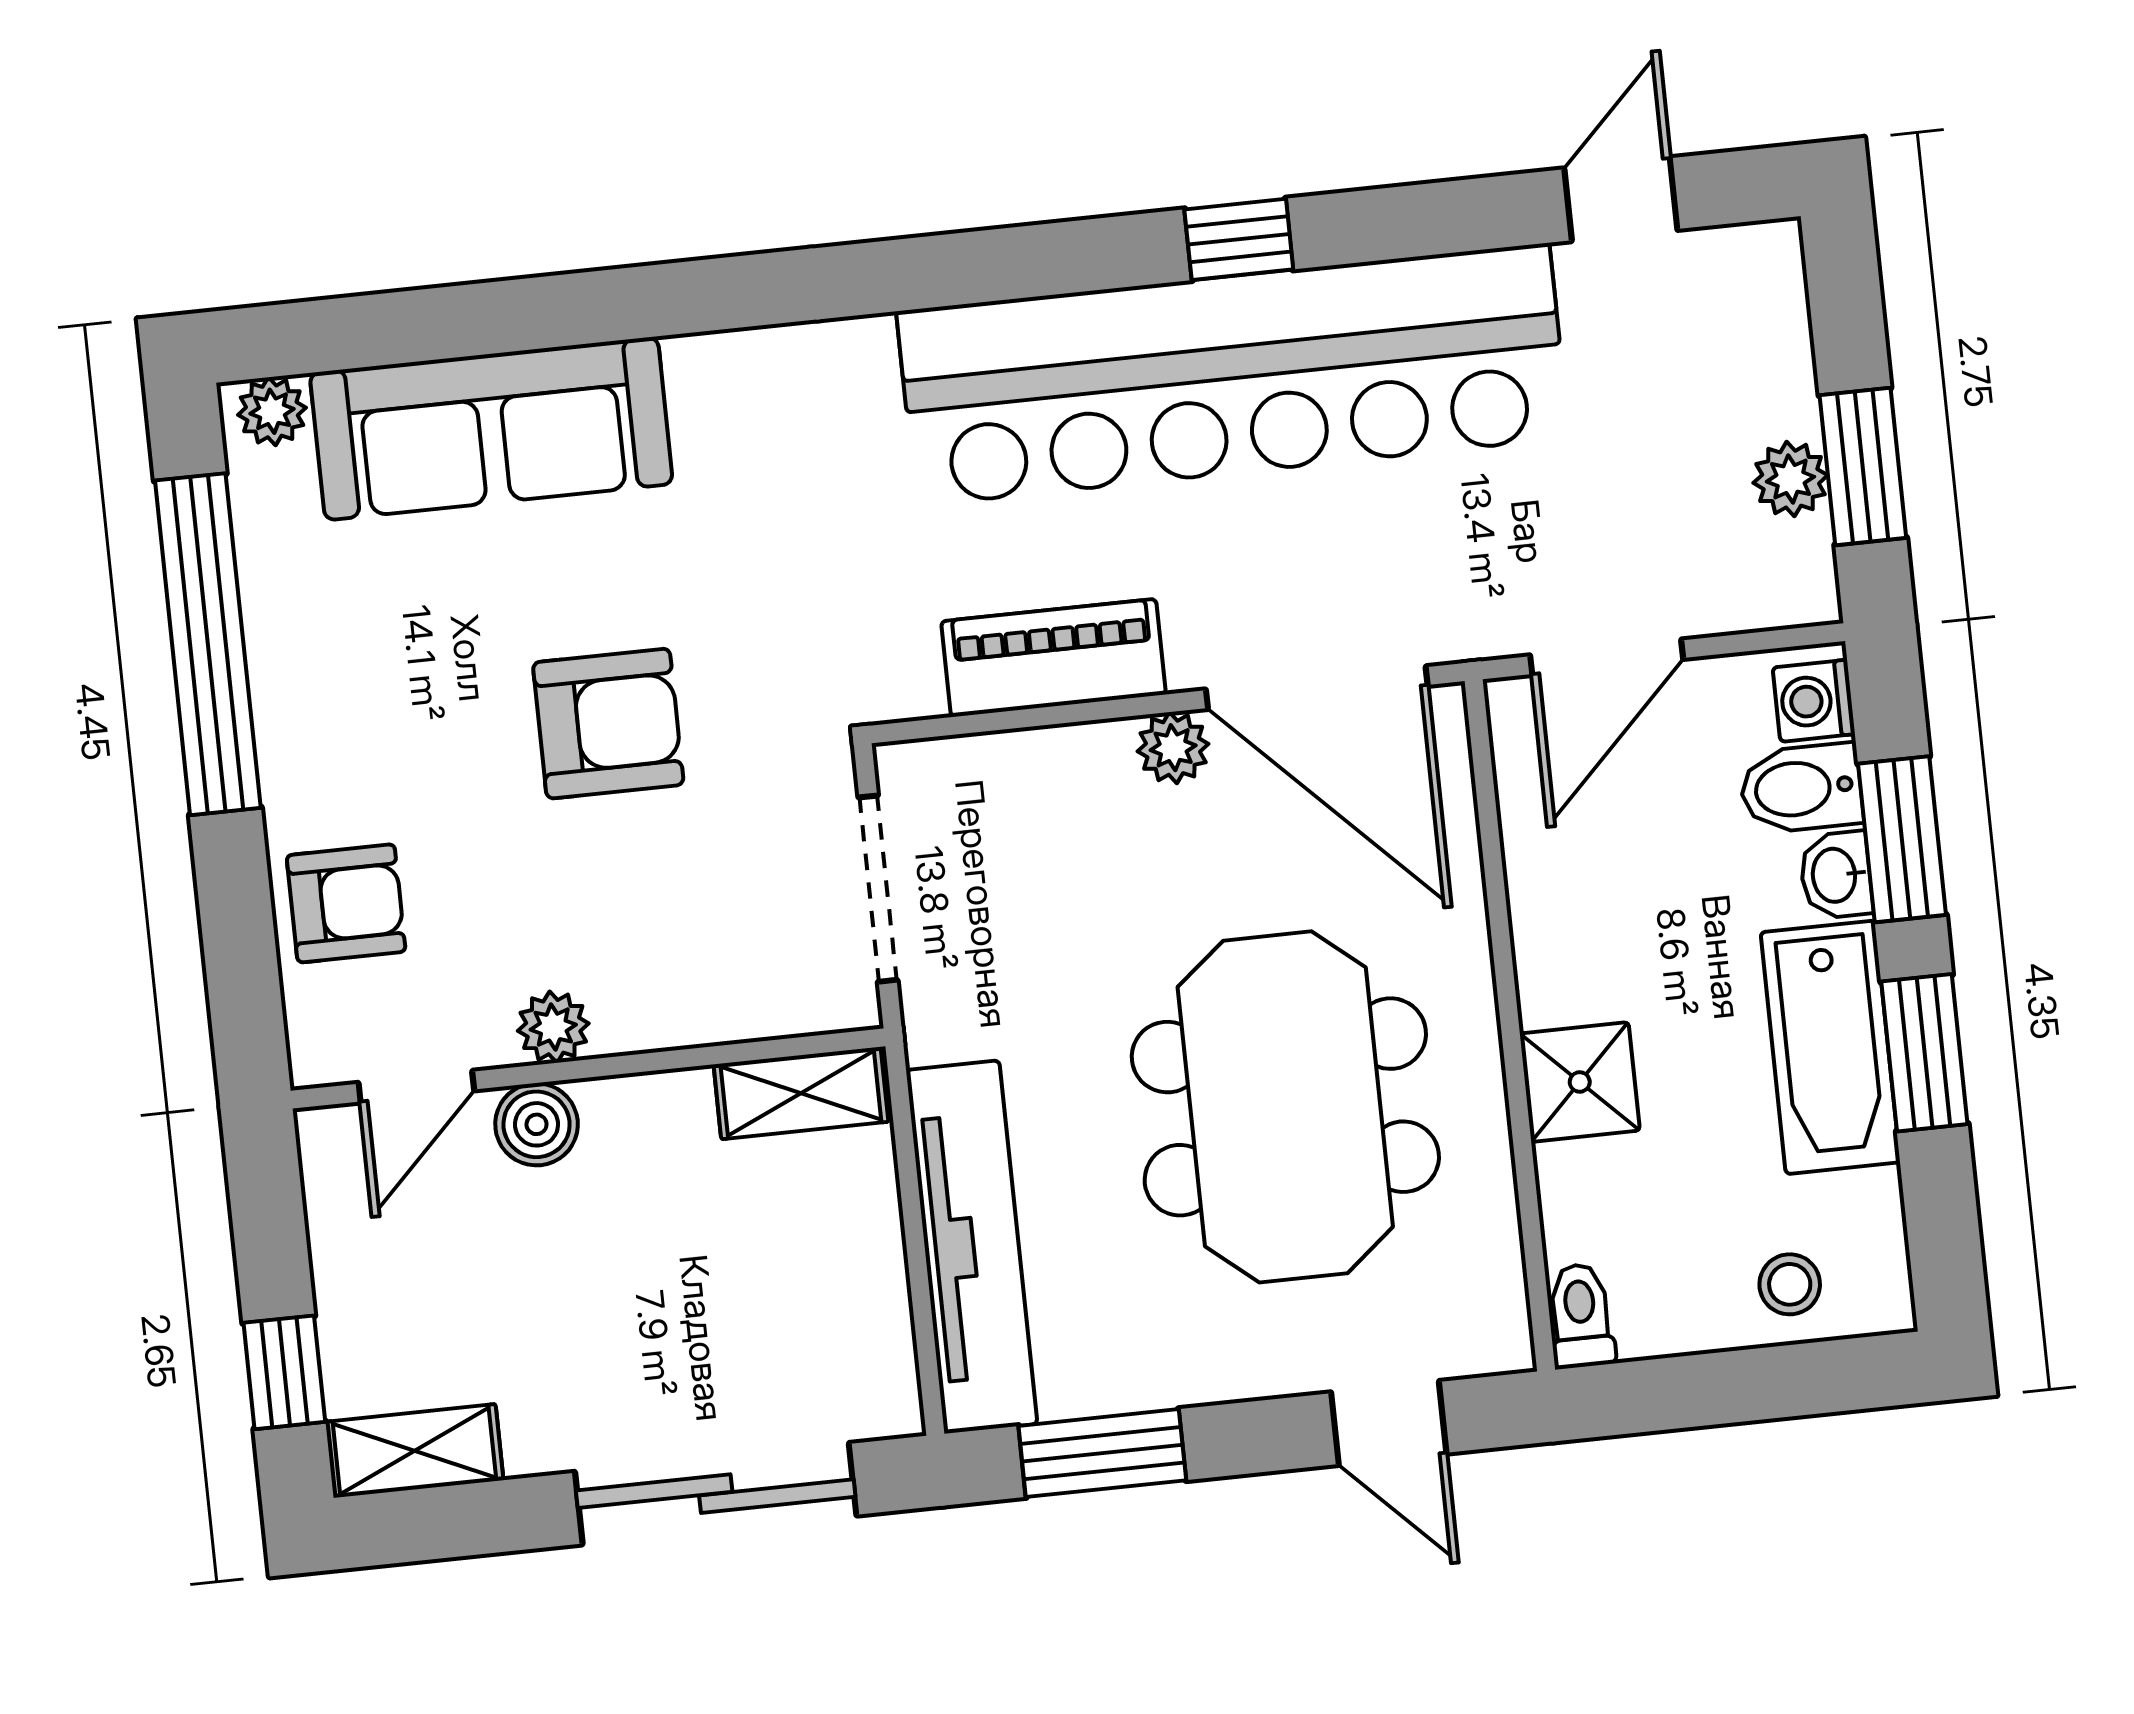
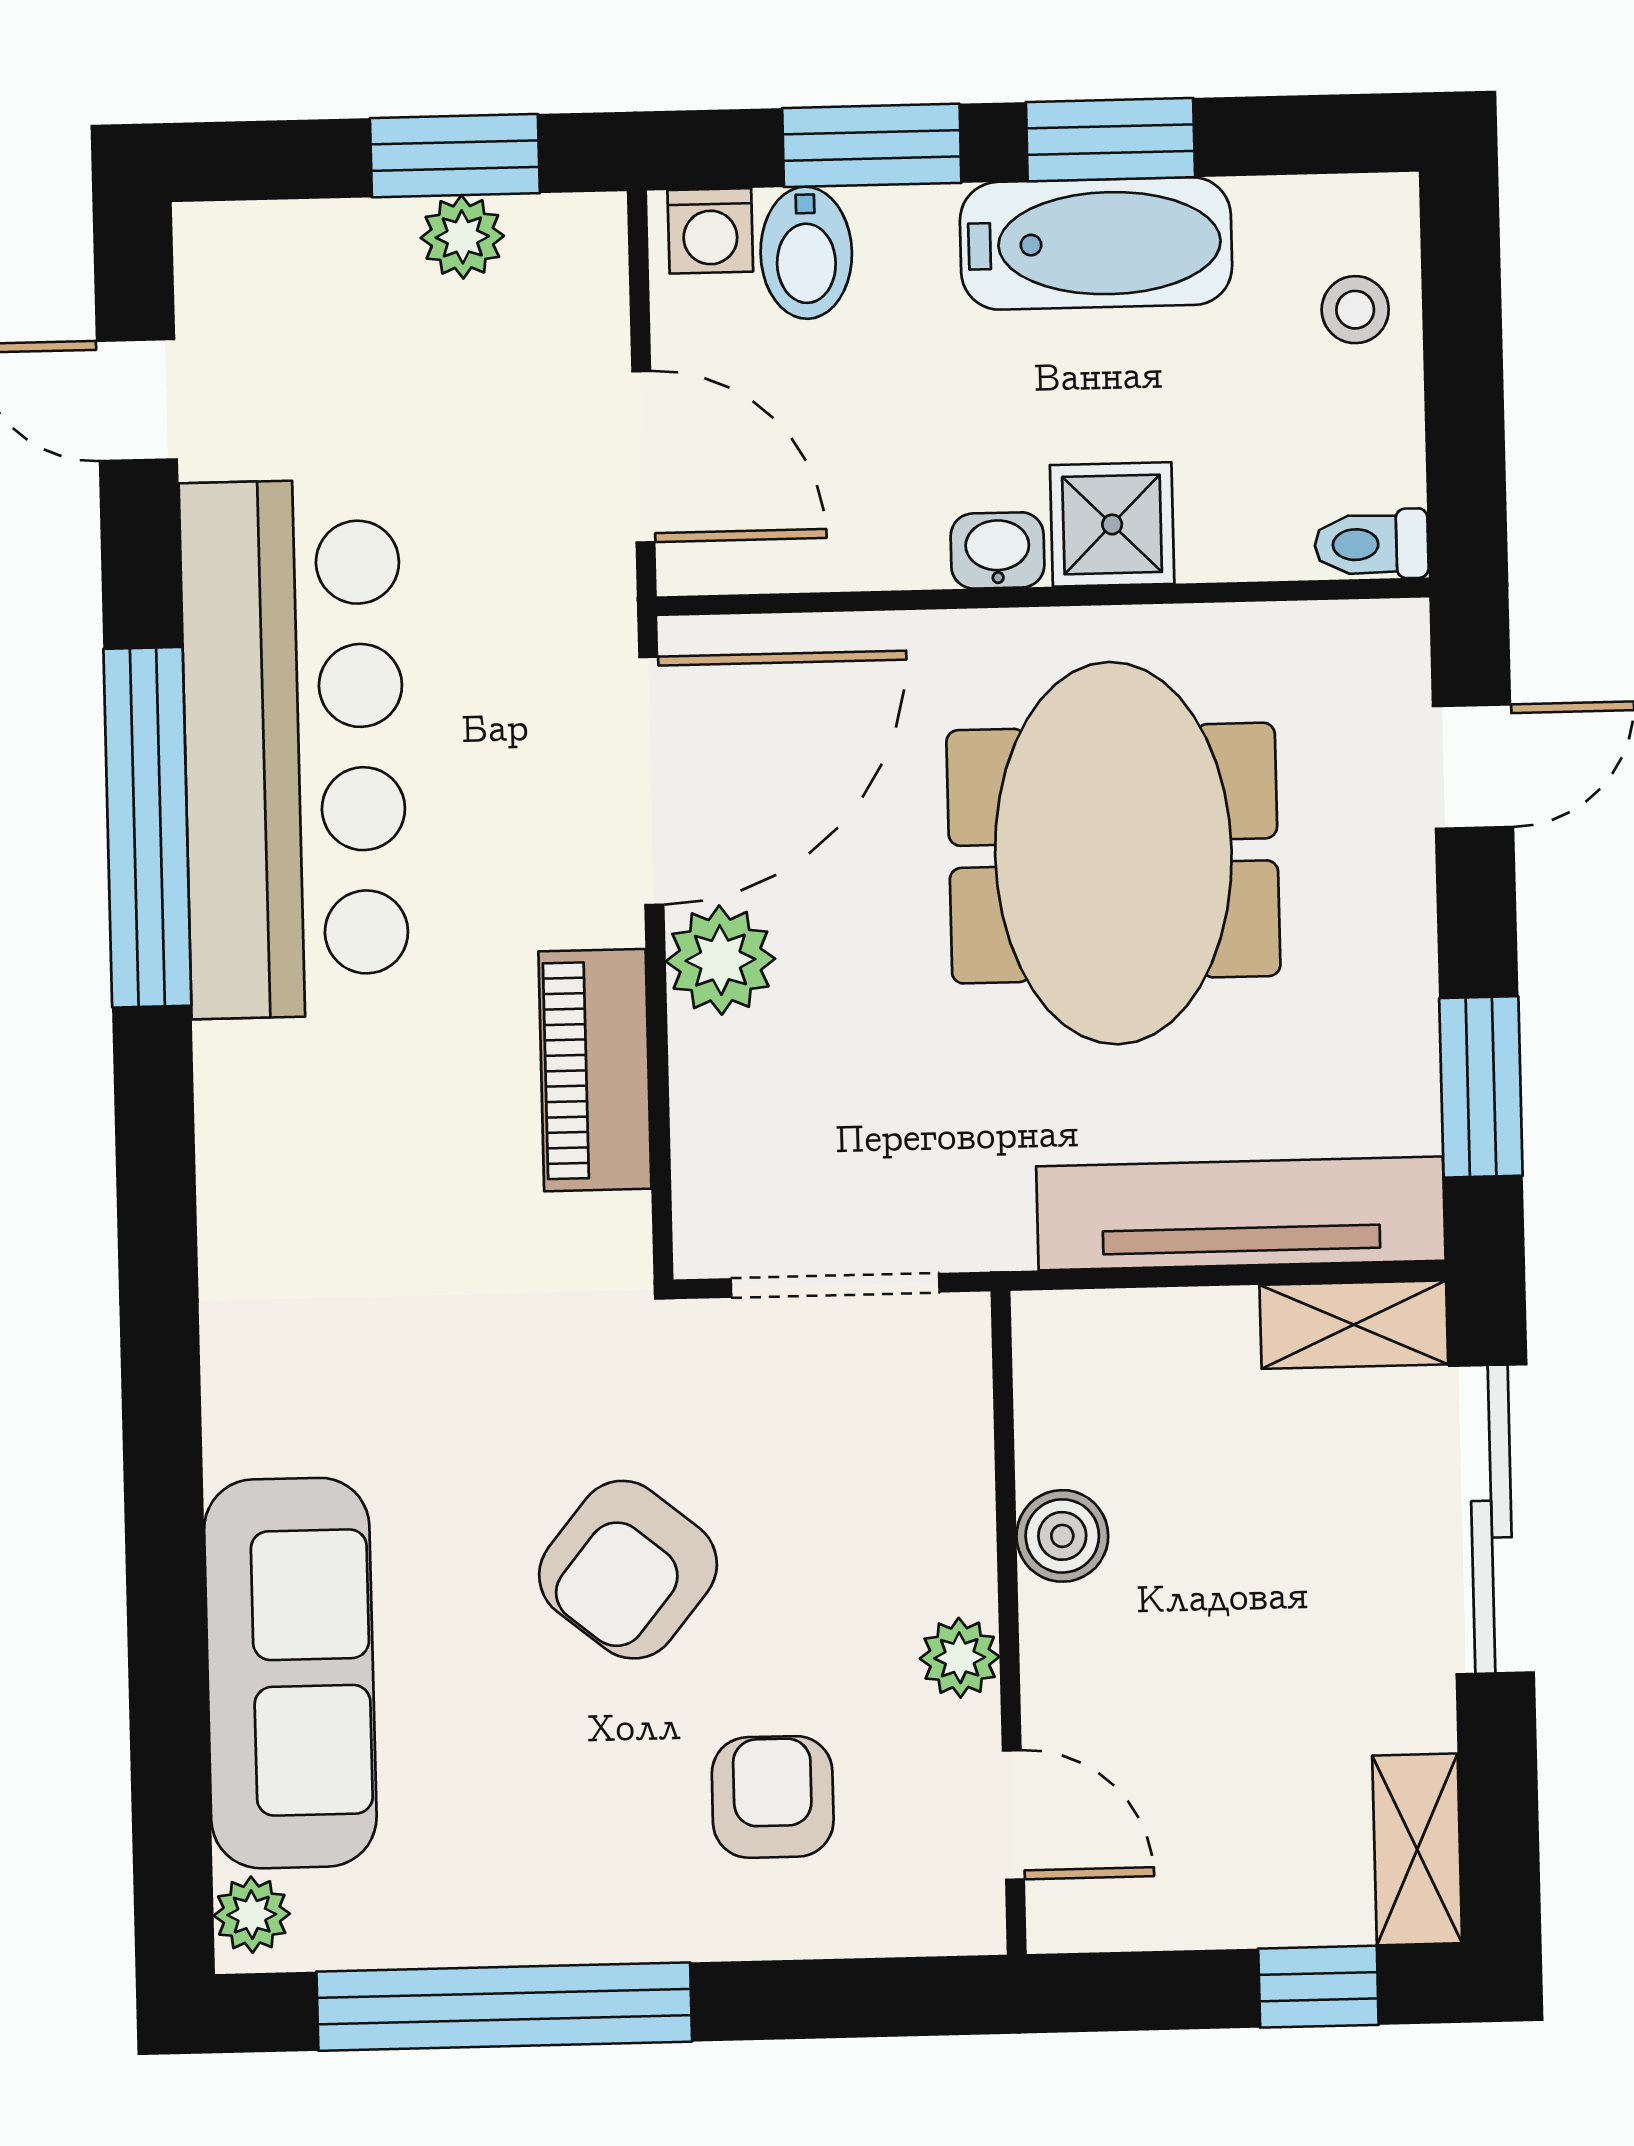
window: (1239, 239) -> (147, 827), width x3.17
bar counter: (1233, 374) -> (294, 749), width x0.73
armchair: (608, 724) -> (628, 1570), turned -141
plant: (1173, 748) -> (720, 960), width x1.38, depth x1.38
washbasin: (1836, 875) -> (997, 550), moved, turned 180
armchair: (346, 903) -> (773, 1797), moved
shelving: (801, 1093) -> (1354, 1325), moved, turned 90
meeting table: (1285, 1107) -> (1113, 853), turned 90
boiler: (537, 1124) -> (1062, 1536), moved

